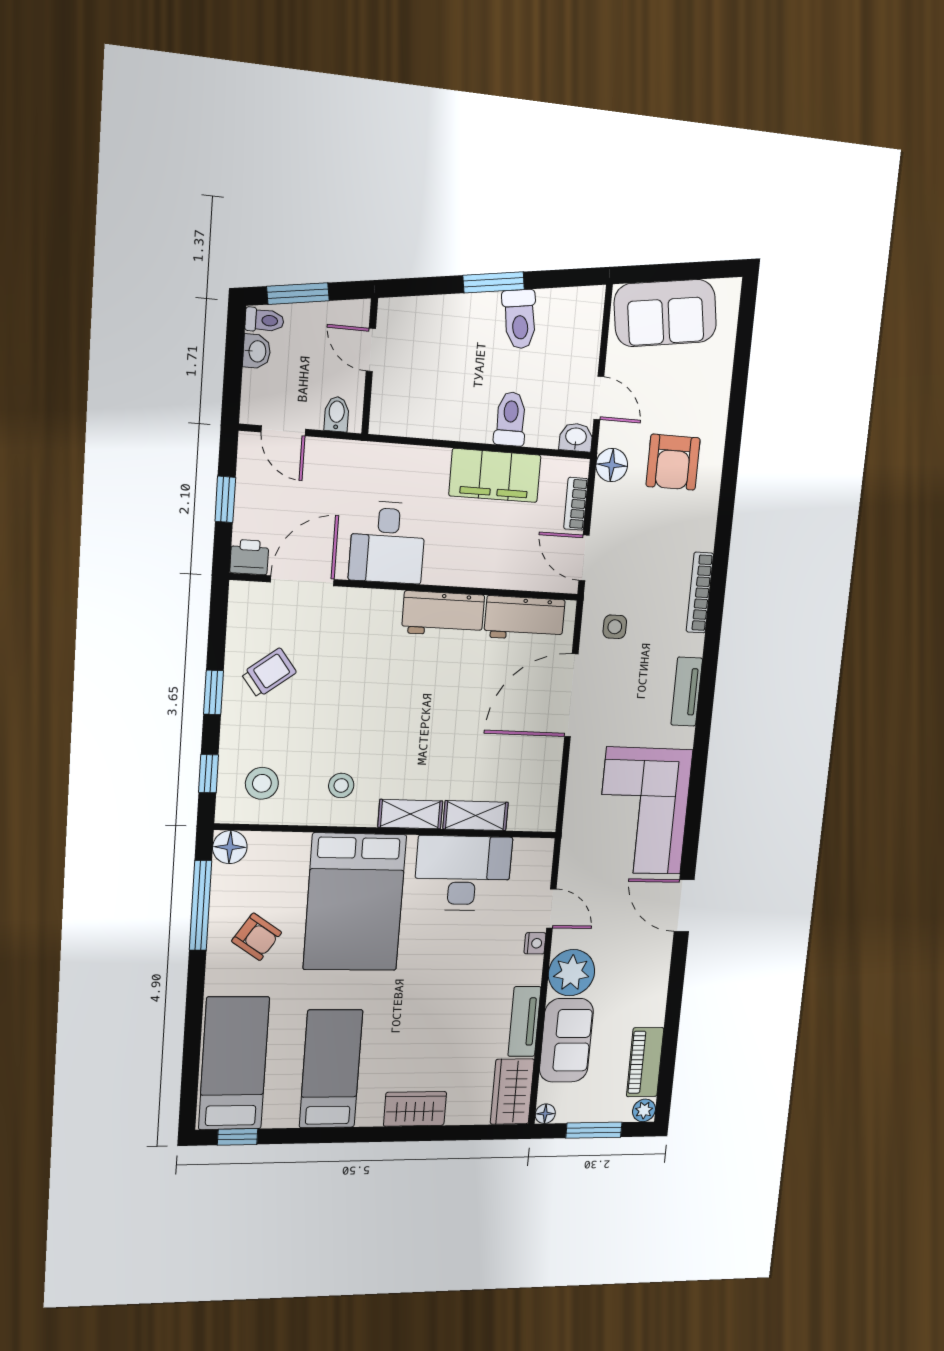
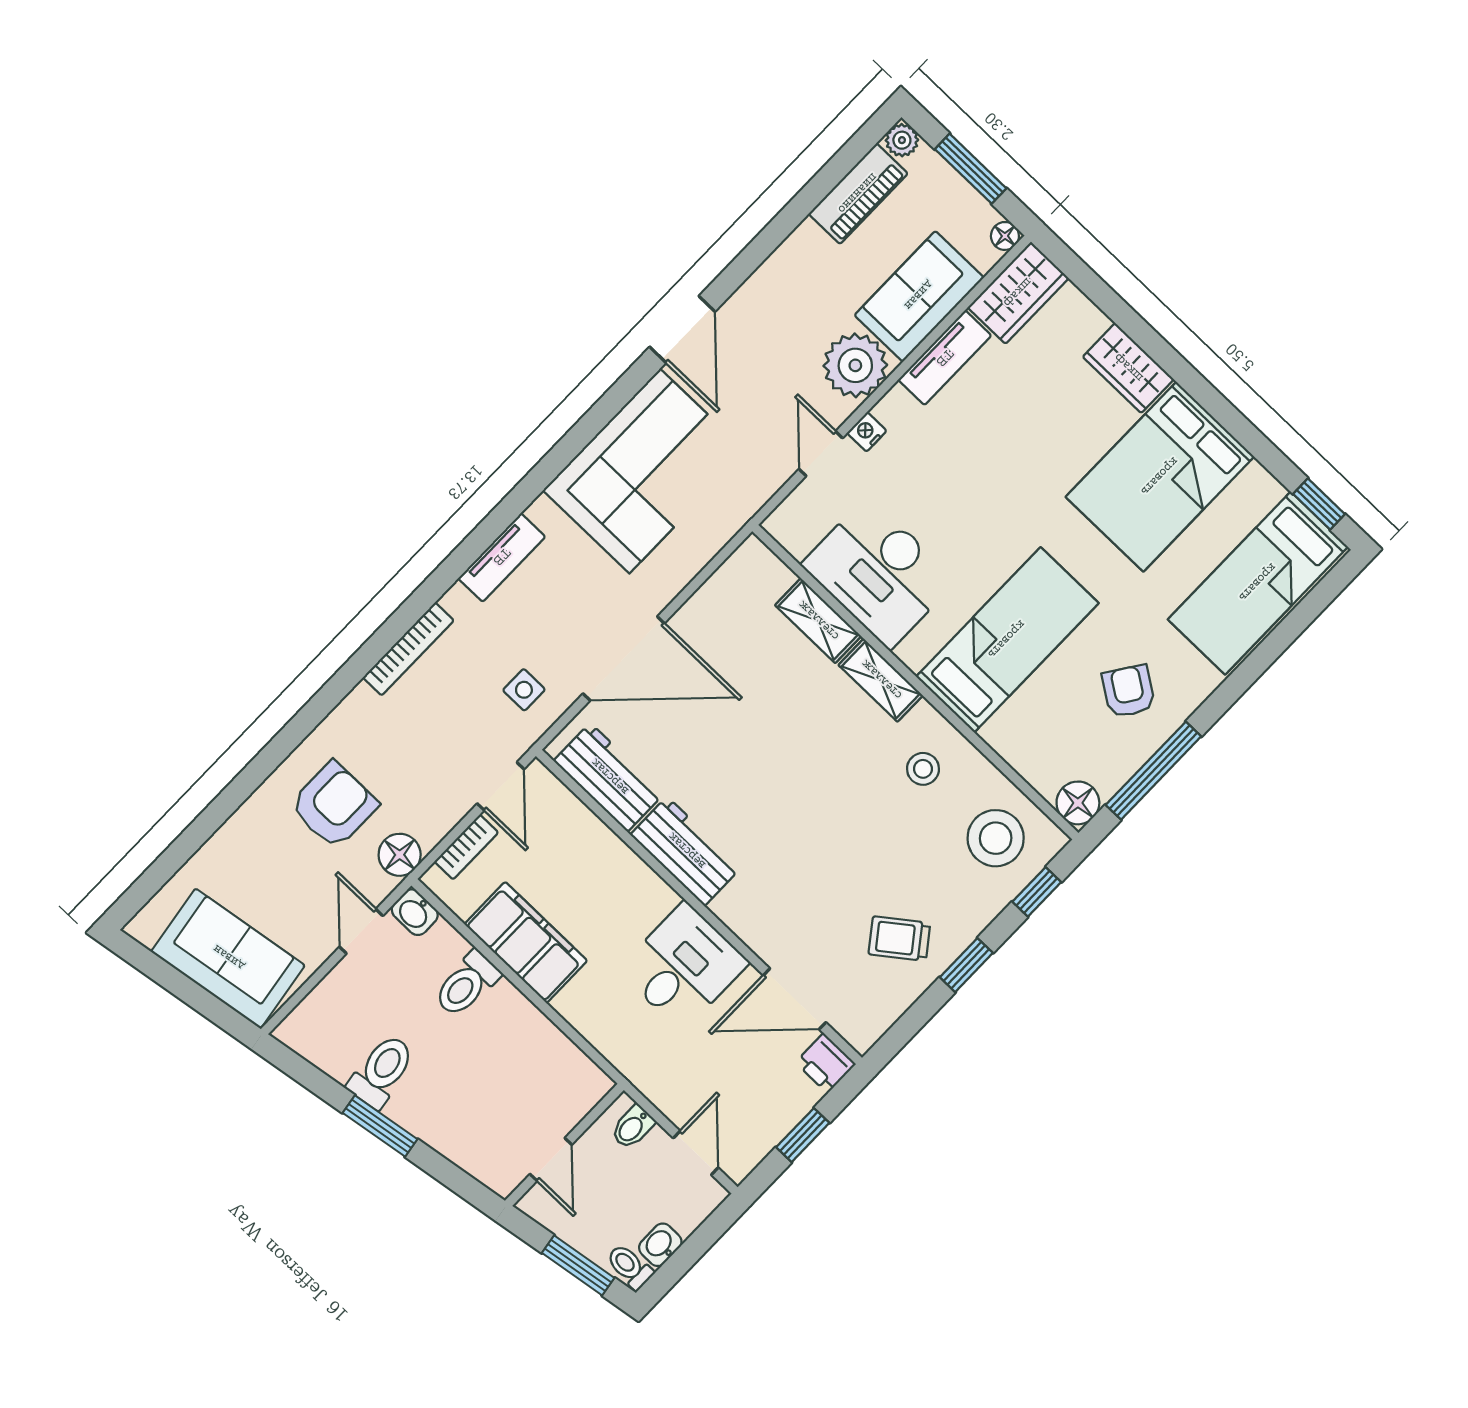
stool: (262, 783) -> (996, 838), width x1.38, depth x1.38
bed: (355, 902) -> (1007, 640), width x0.67
bed: (331, 1069) -> (1160, 477), width x1.50

